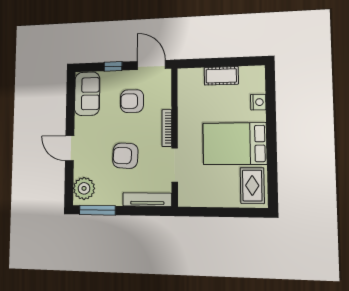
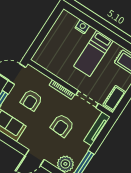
cot: (221, 76) -> (115, 99), moved
bed: (235, 144) -> (93, 53), width x0.67

